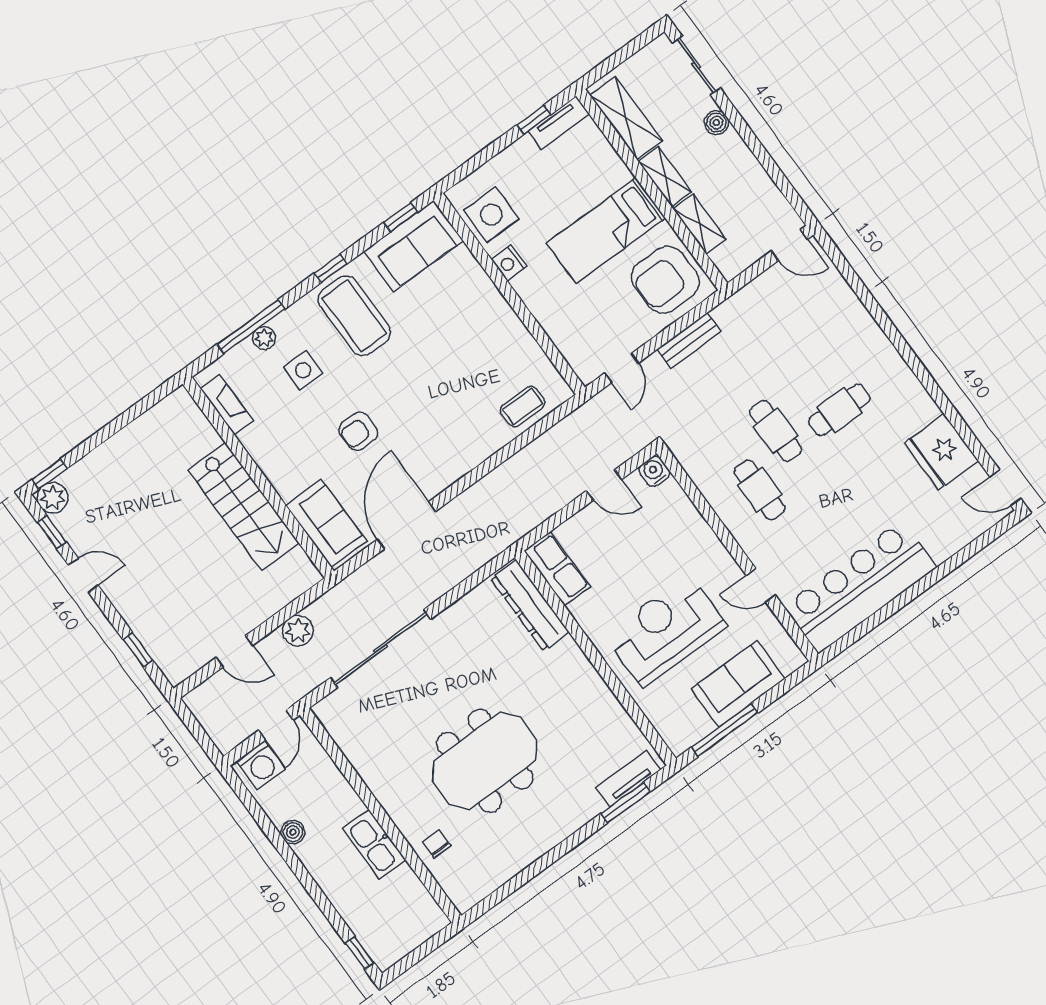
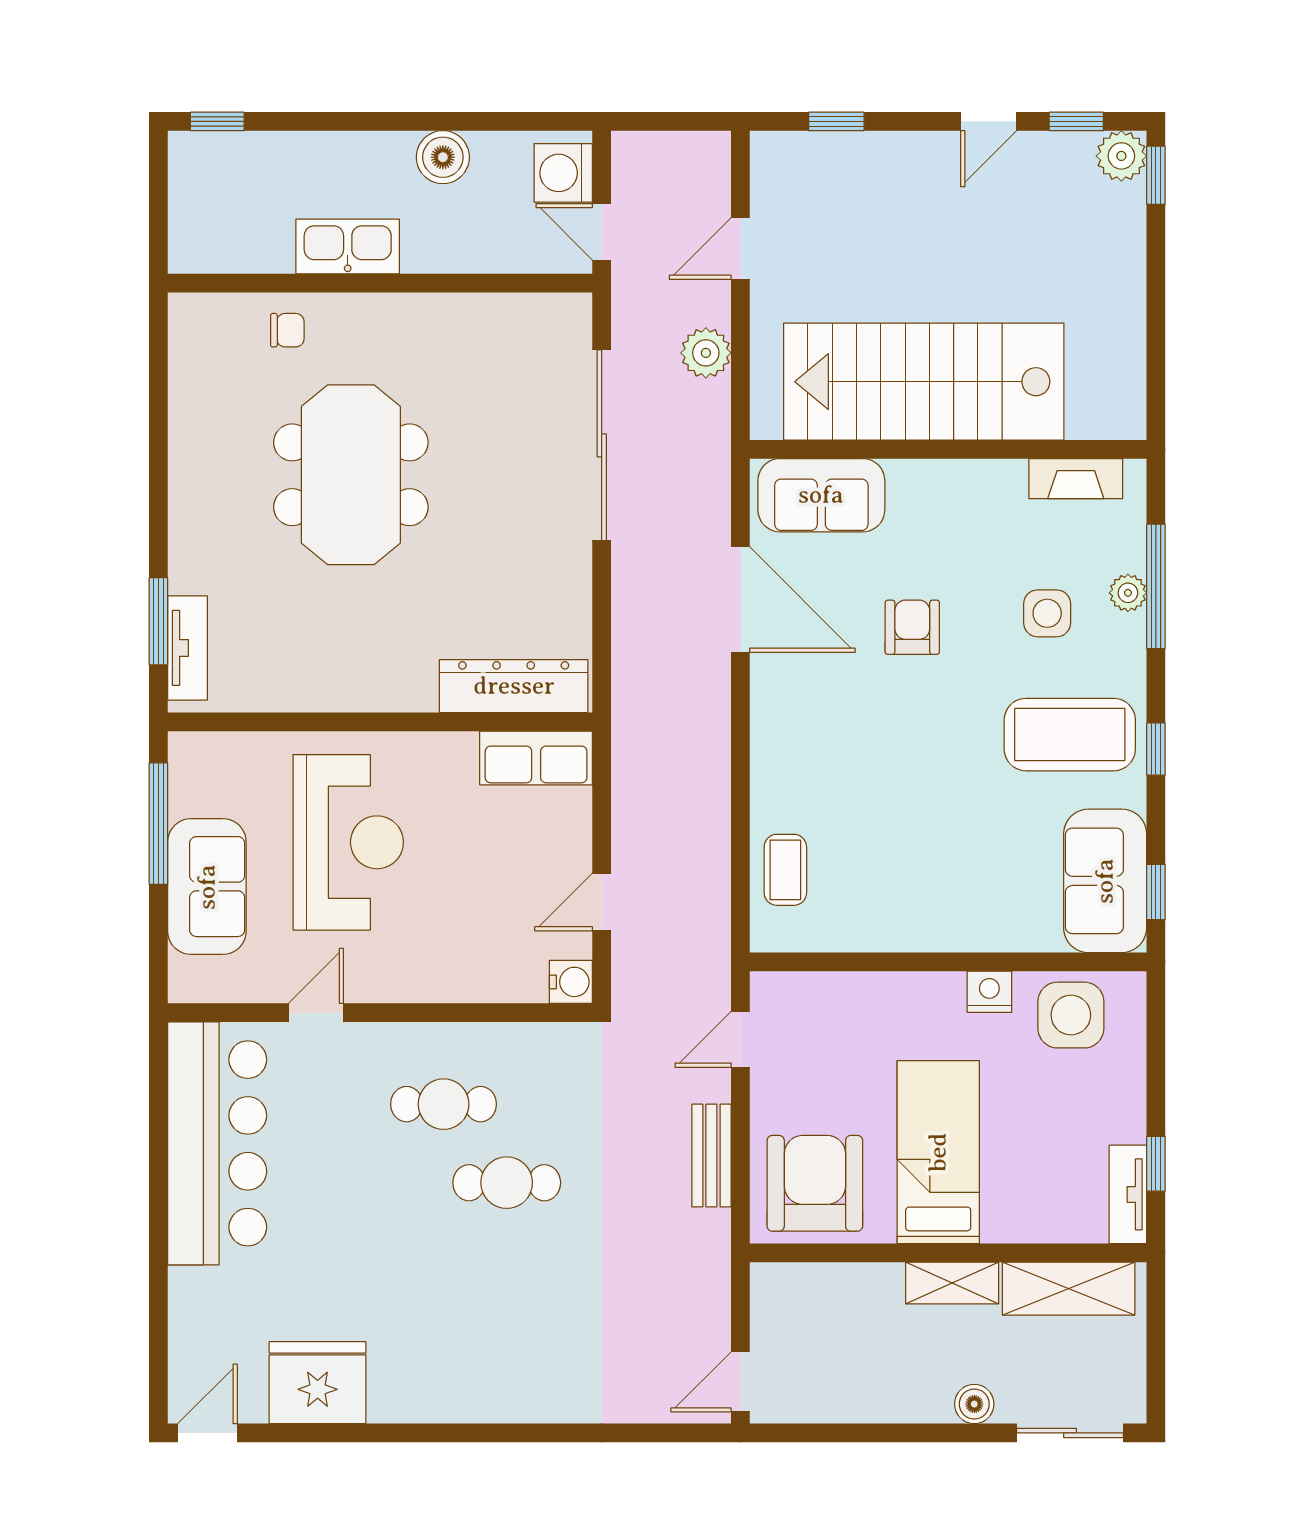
shelving: (700, 224) -> (856, 1283), removed
door: (622, 368) -> (740, 1039), hinge flipped
cafe table: (839, 410) -> (472, 1288), removed
stairs: (244, 507) -> (924, 382), width x1.36, depth x1.51
boiler: (293, 832) -> (443, 157), width x1.36, depth x1.36

